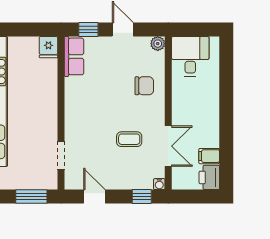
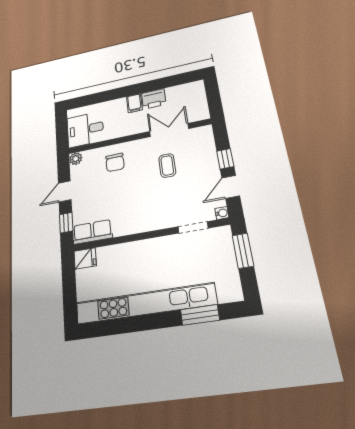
chair: (144, 86) -> (115, 162), turned 180
filing cabinet: (209, 156) -> (134, 103), moved
printer: (209, 177) -> (154, 99), moved
water cooler: (159, 184) -> (222, 213), moved
window: (142, 197) -> (225, 159), moved

